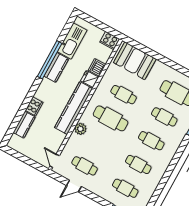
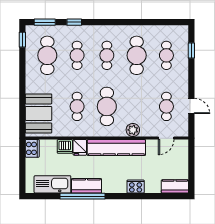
kitchen counter: (24, 125) -> (175, 186), moved
door: (55, 161) -> (166, 138), moved
cafe table: (138, 164) -> (137, 55), width x1.37, depth x1.35

